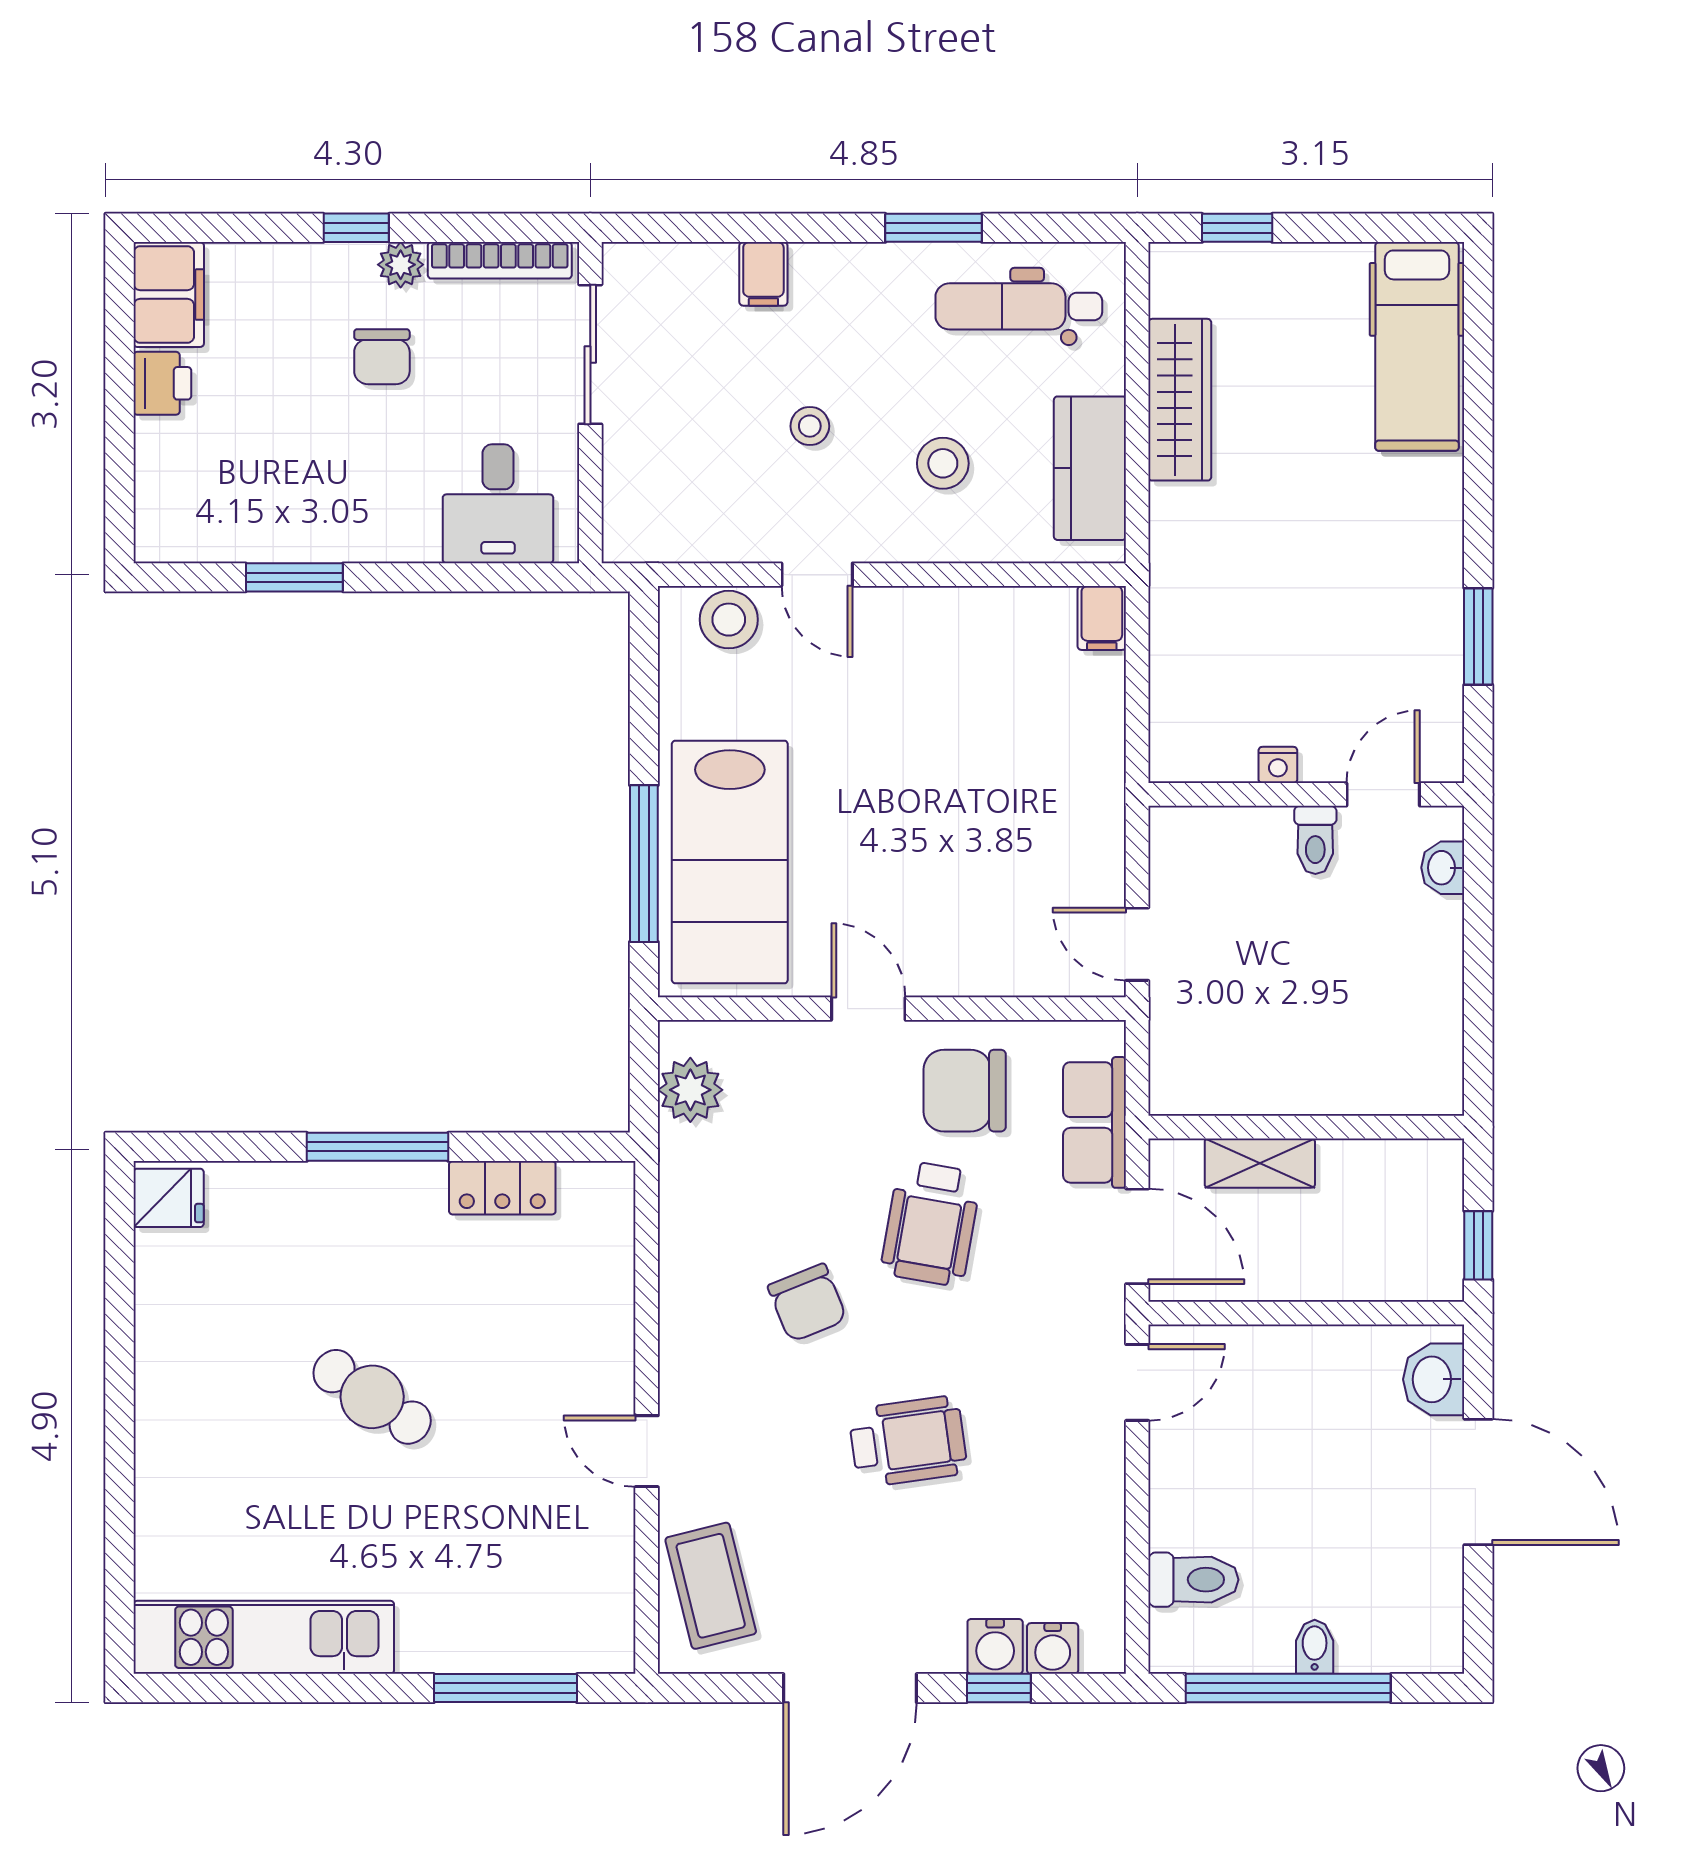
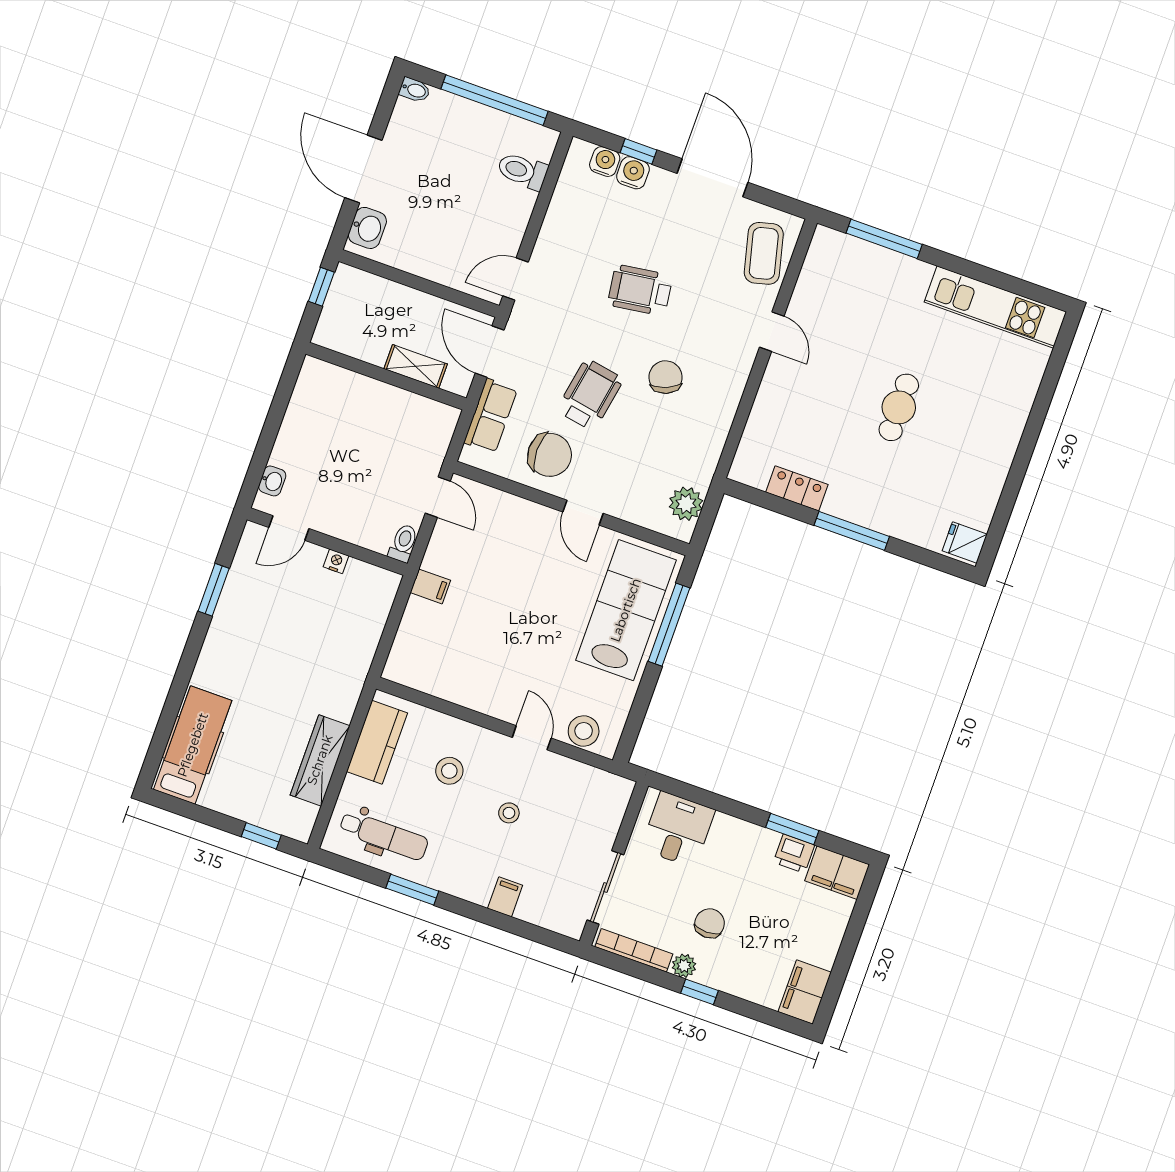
printer: (162, 383) -> (794, 854), moved, turned -90
filing cabinet: (187, 528) -> (837, 873), added
filing cabinet: (1102, 618) -> (430, 586), moved, turned 90
toilet: (1315, 840) -> (403, 543), moved
cafe table: (372, 1397) -> (899, 407), turned 56
bidet: (1315, 1647) -> (415, 90), moved, turned -90
door: (850, 1688) -> (713, 178), hinge flipped

